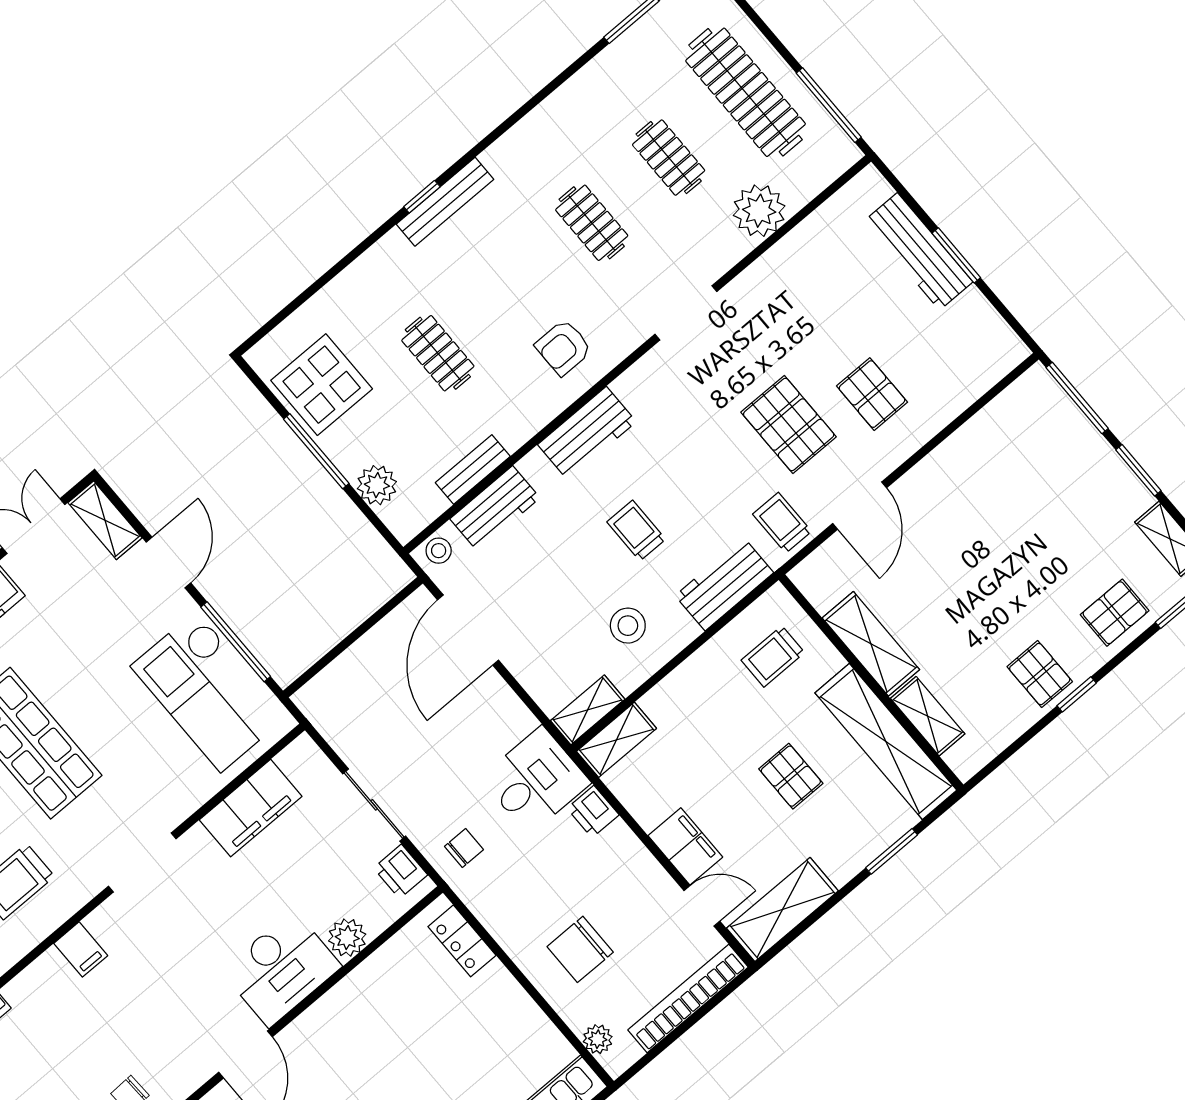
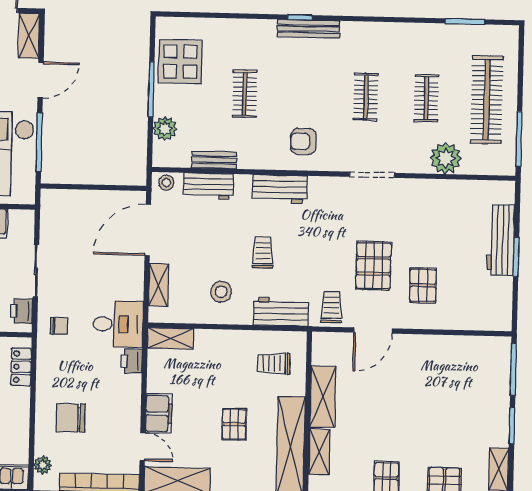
shelving: (588, 710) -> (159, 285), moved, turned 90

